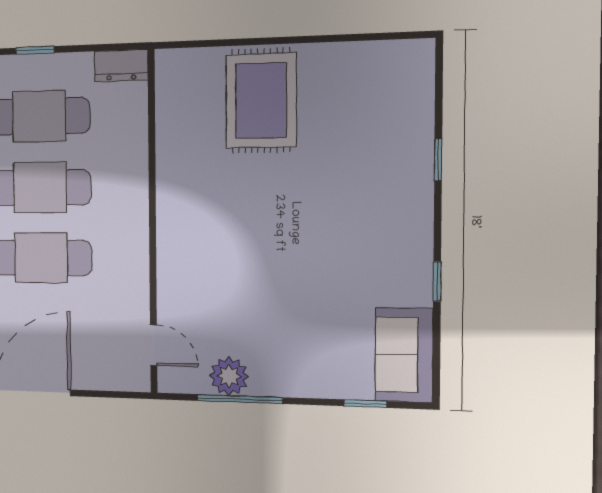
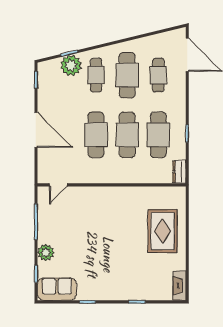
fireplace: (397, 55) -> (179, 286), added
rug: (261, 101) -> (163, 231), turned 90
plant: (229, 376) -> (46, 253), moved

